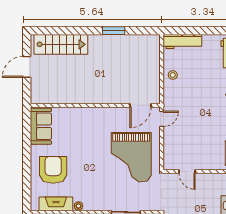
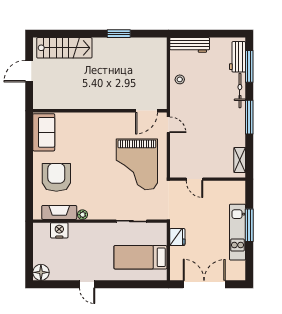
door: (162, 119) -> (168, 125), hinge flipped

